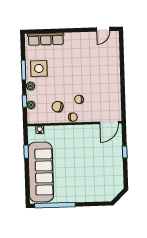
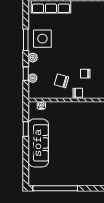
sofa: (41, 172) -> (38, 143), width x0.74, depth x0.79

